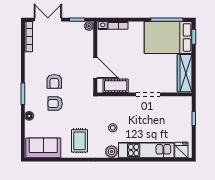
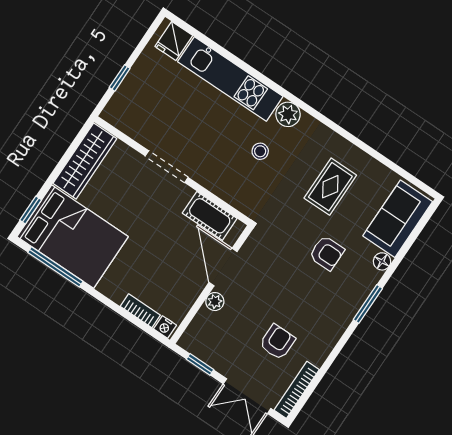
plant: (89, 26) -> (215, 302), moved
armchair: (54, 81) -> (277, 342), moved
rug: (79, 141) -> (330, 187), moved
sofa: (43, 148) -> (398, 219), moved, turned 90

